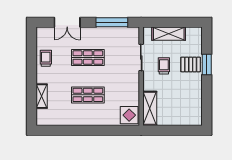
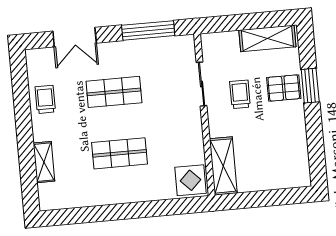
shelving: (169, 34) -> (267, 38), moved

